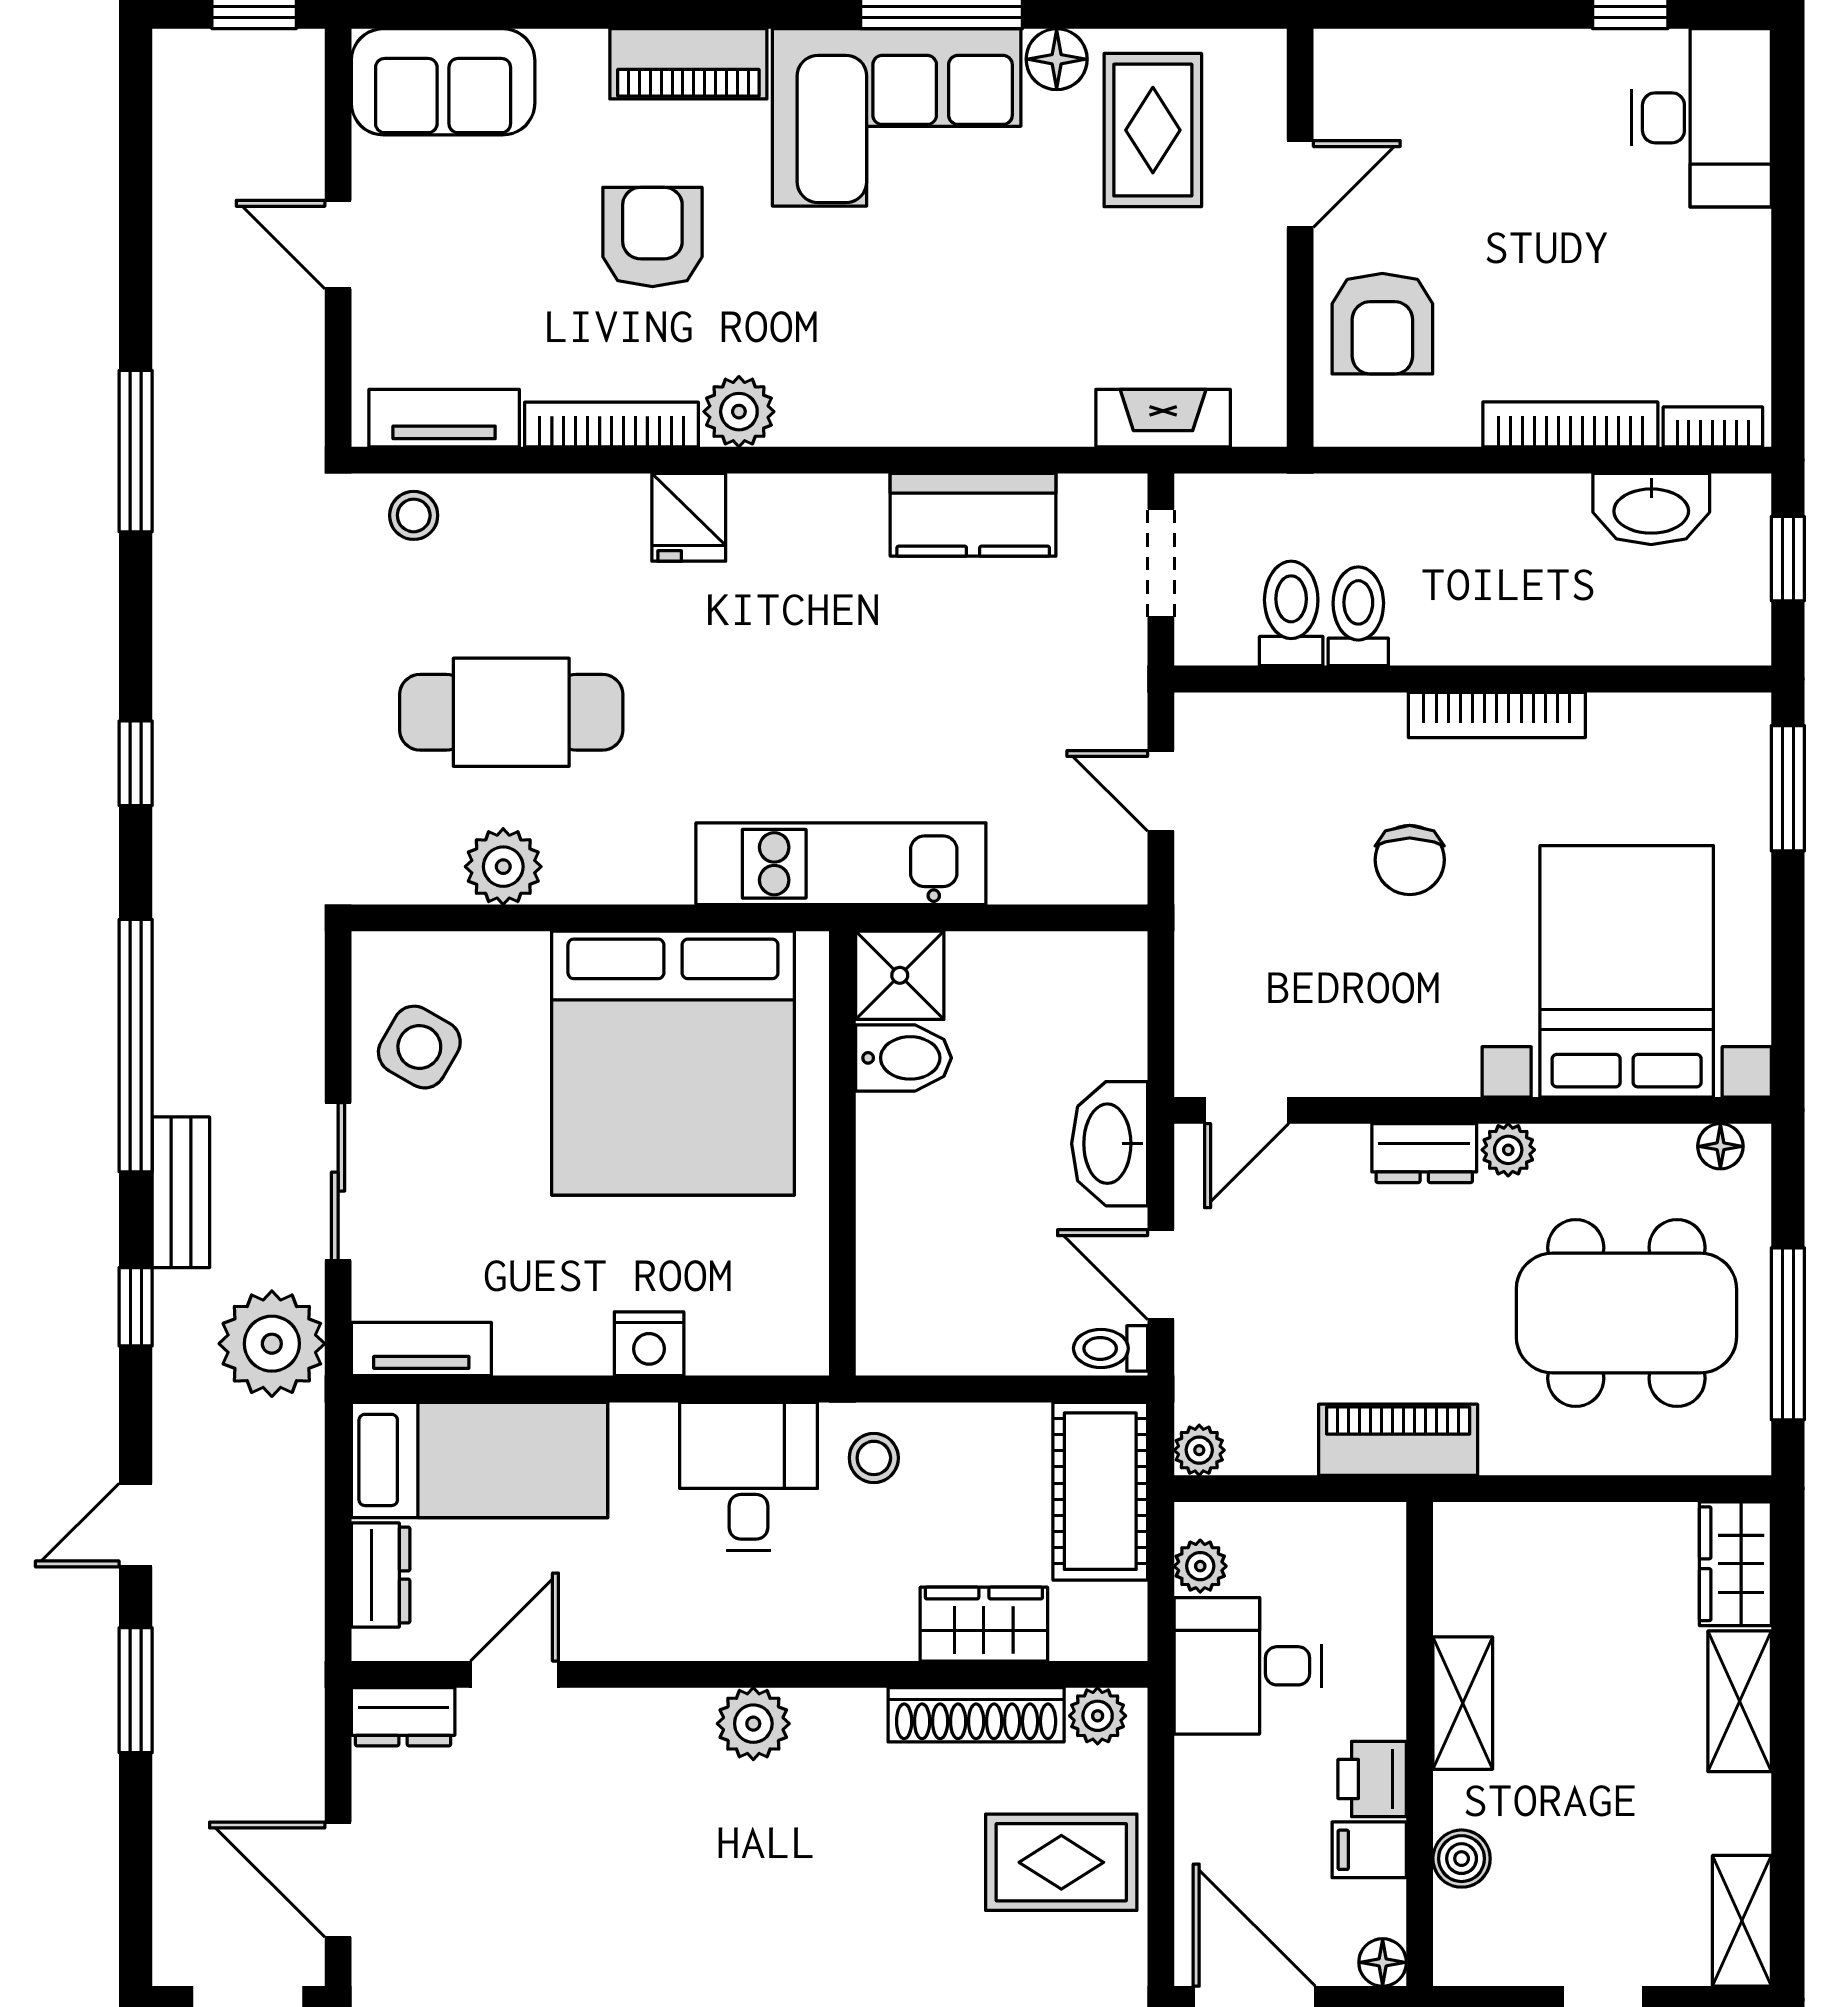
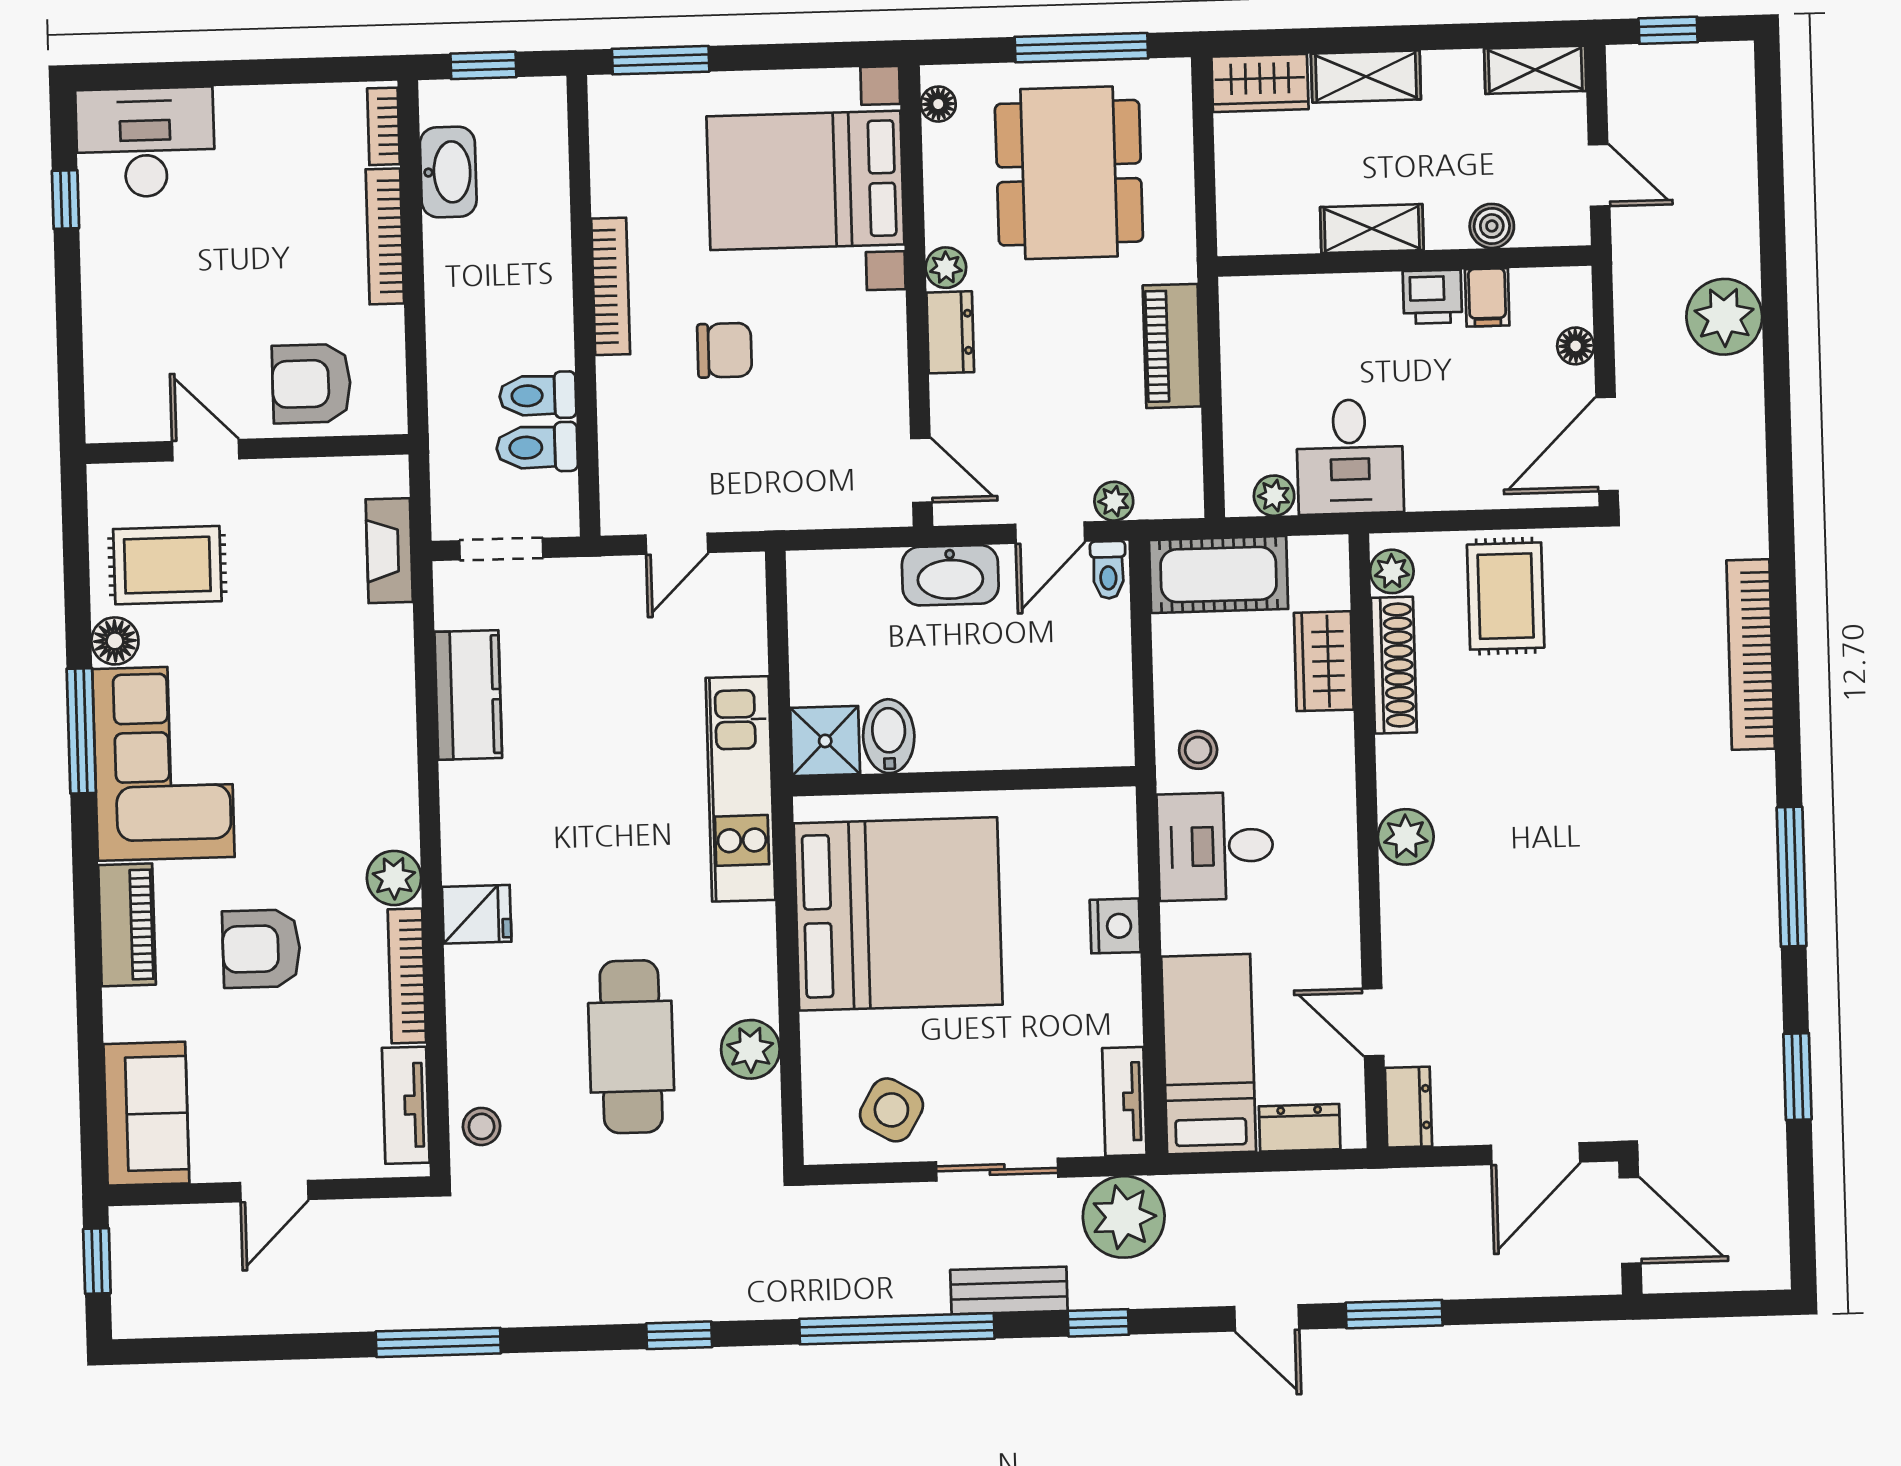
armchair: (1382, 324) -> (311, 384), turned 180
plant: (1199, 1450) -> (1114, 501), moved
shelving: (1463, 1703) -> (1372, 229), moved
wall: (1420, 1744) -> (1404, 261), moved
printer: (1372, 1779) -> (1432, 297), moved
filing cabinet: (1369, 1850) -> (1487, 297), moved
boiler: (1462, 1859) -> (1492, 226), moved

